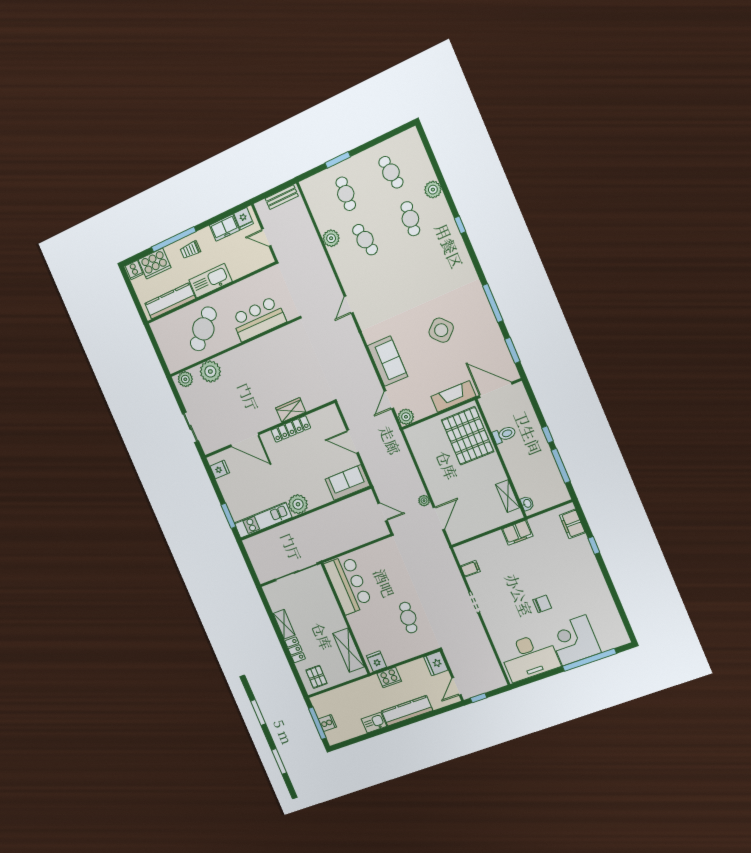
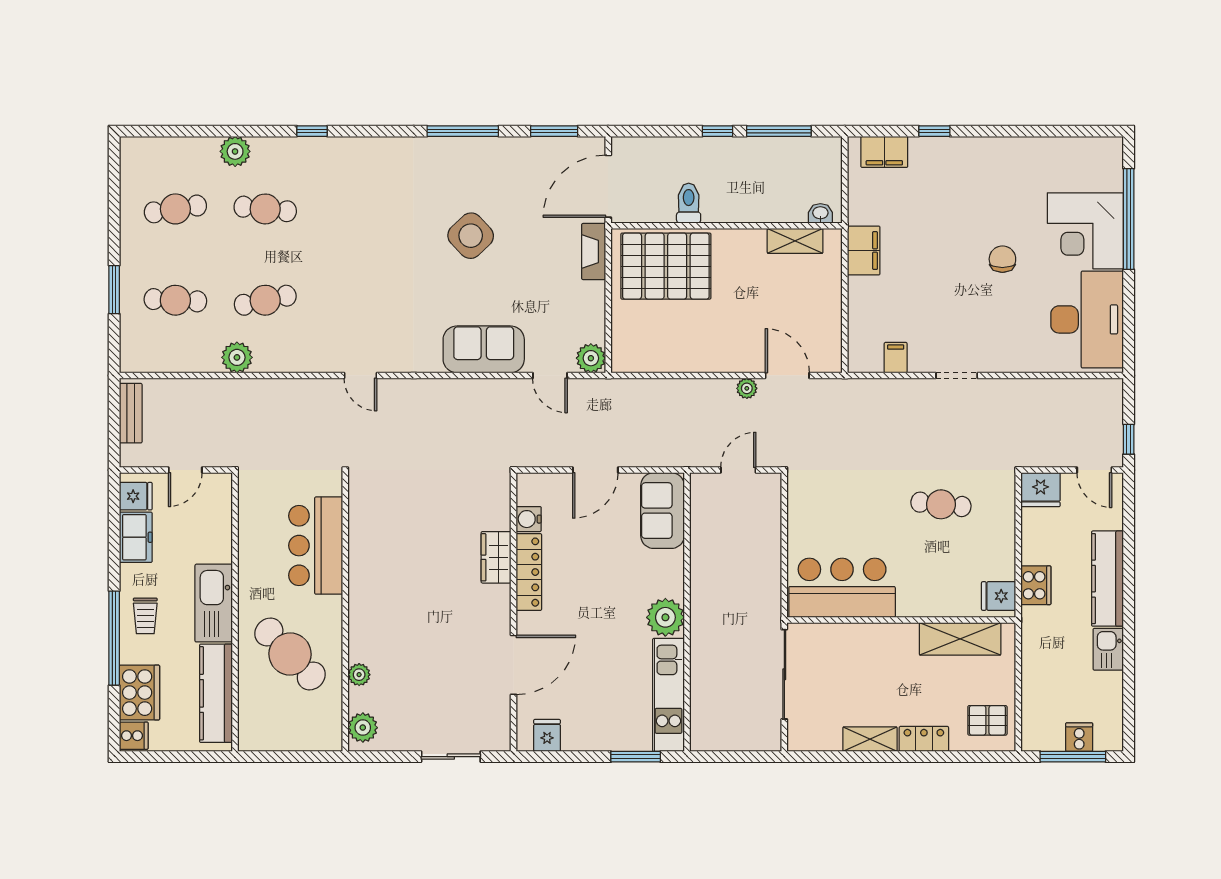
plant: (210, 371) -> (359, 675), width x0.53, depth x0.53
fireplace: (453, 396) -> (594, 252), width x0.73, depth x0.76
water cooler: (316, 418) -> (529, 519), added

